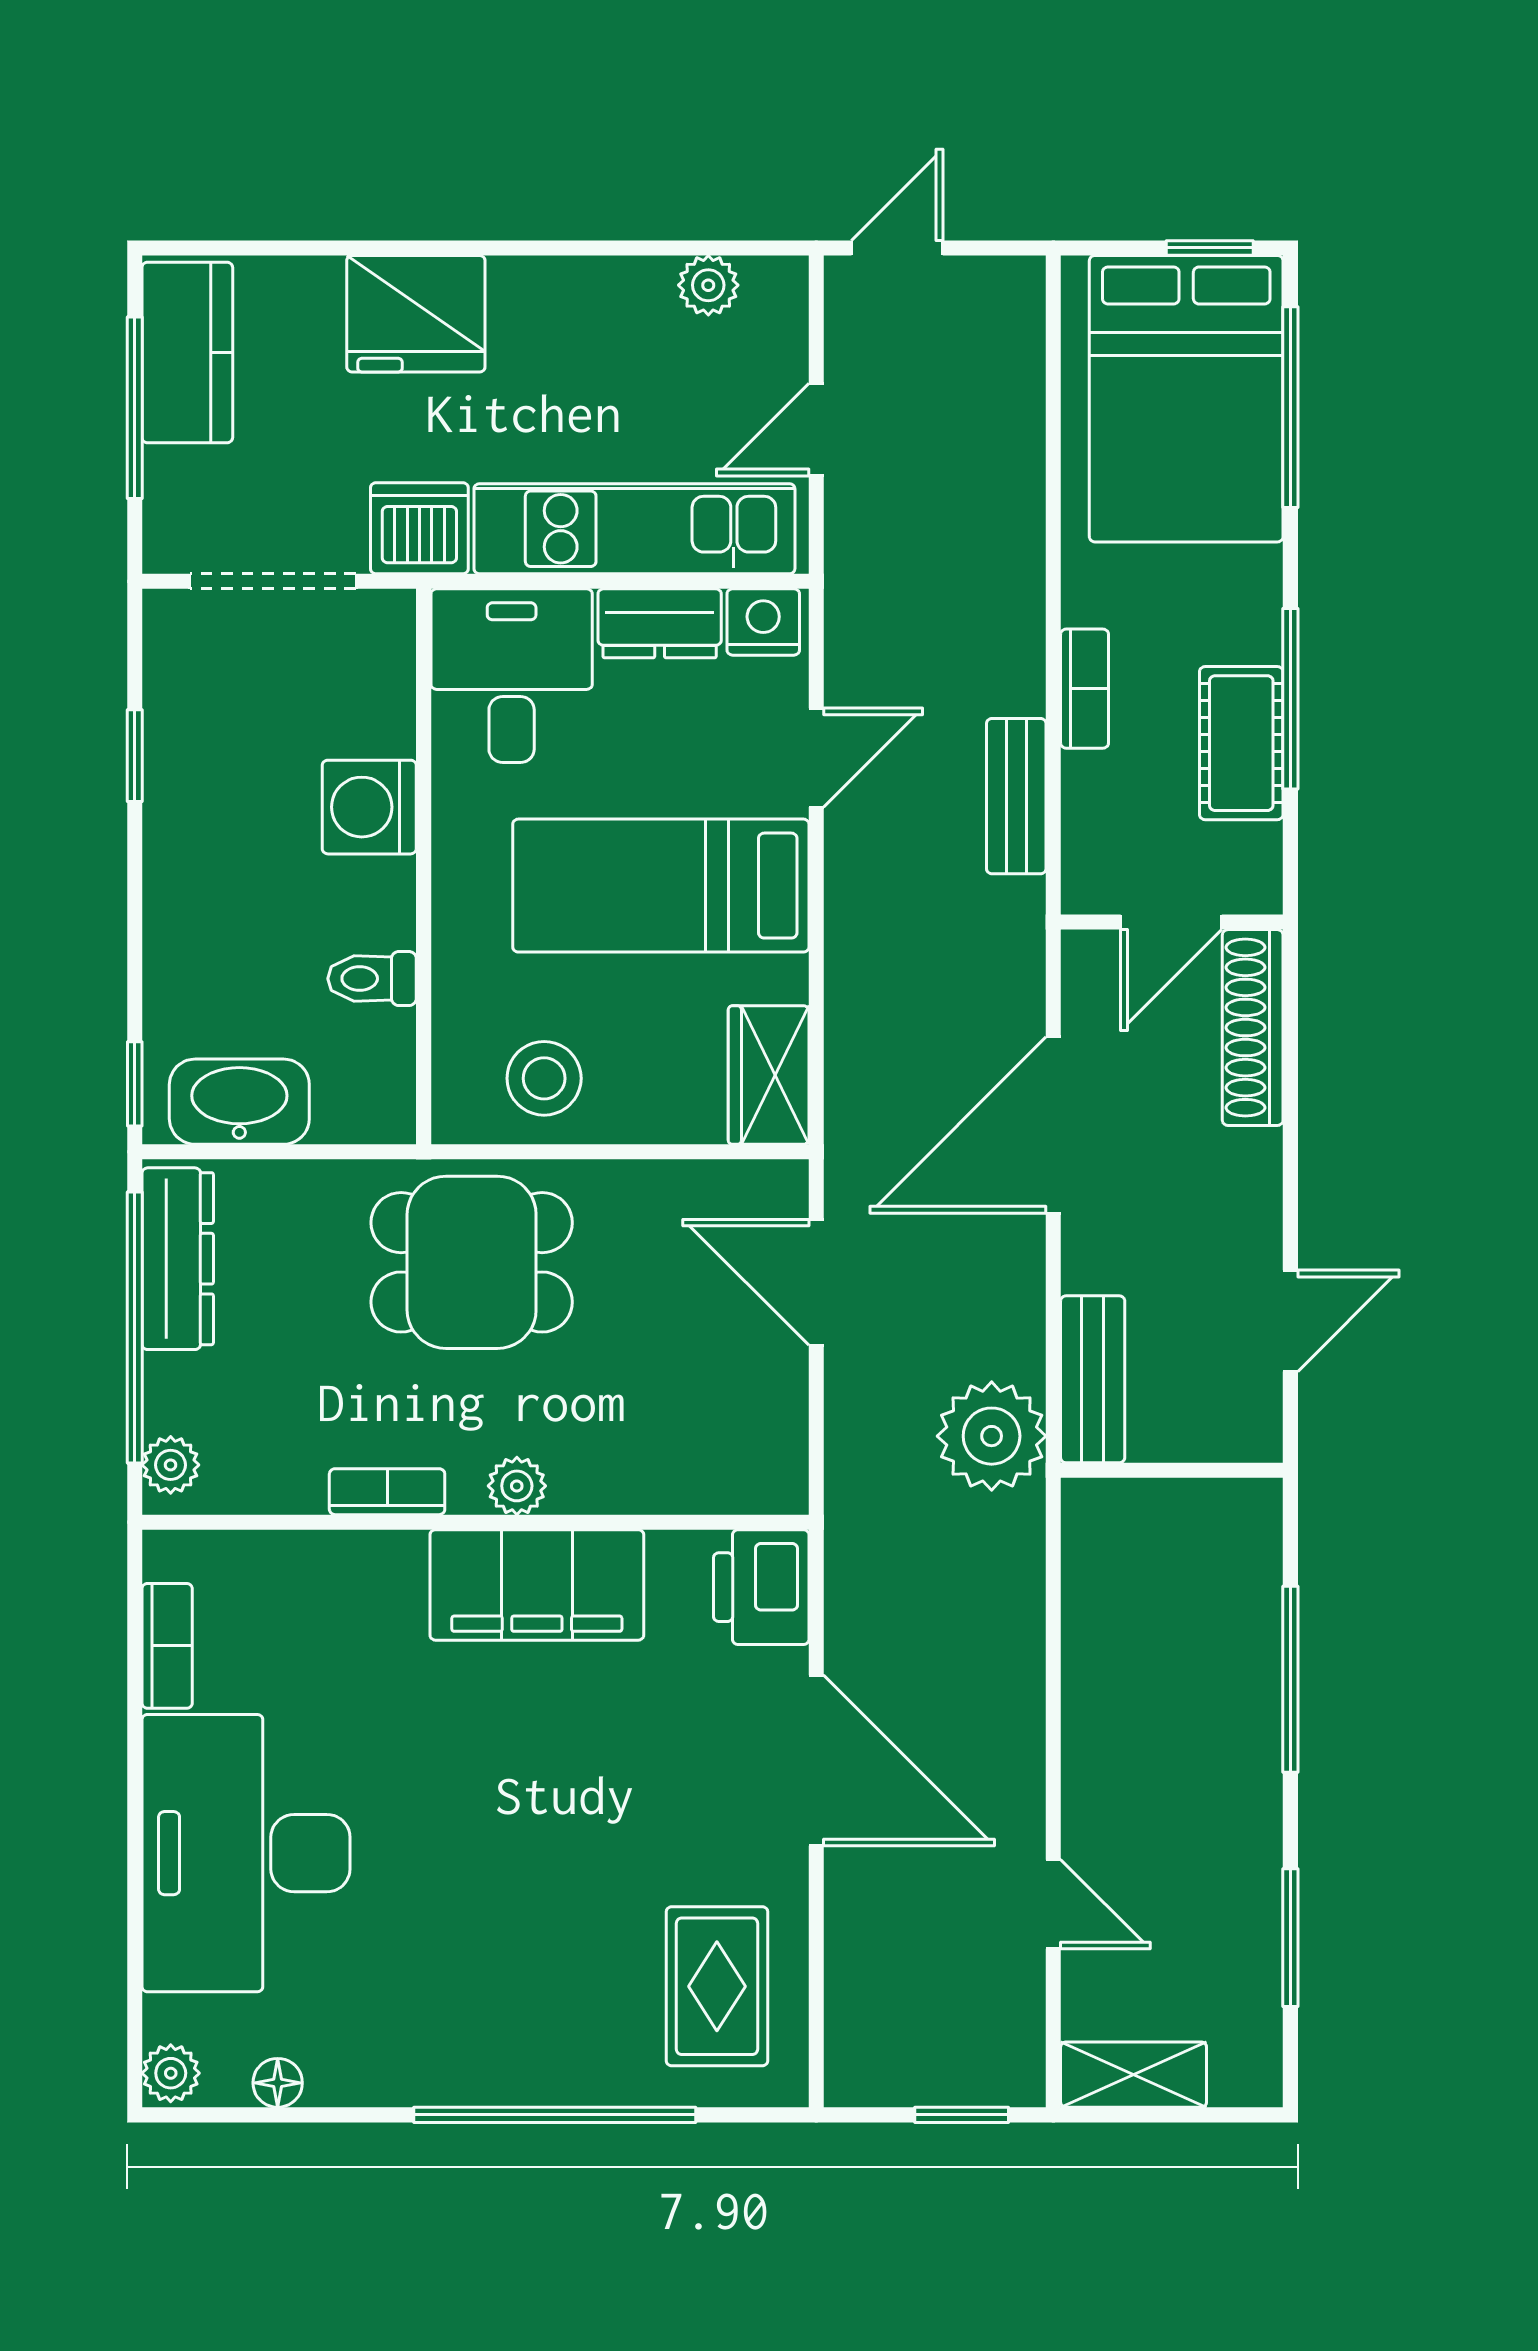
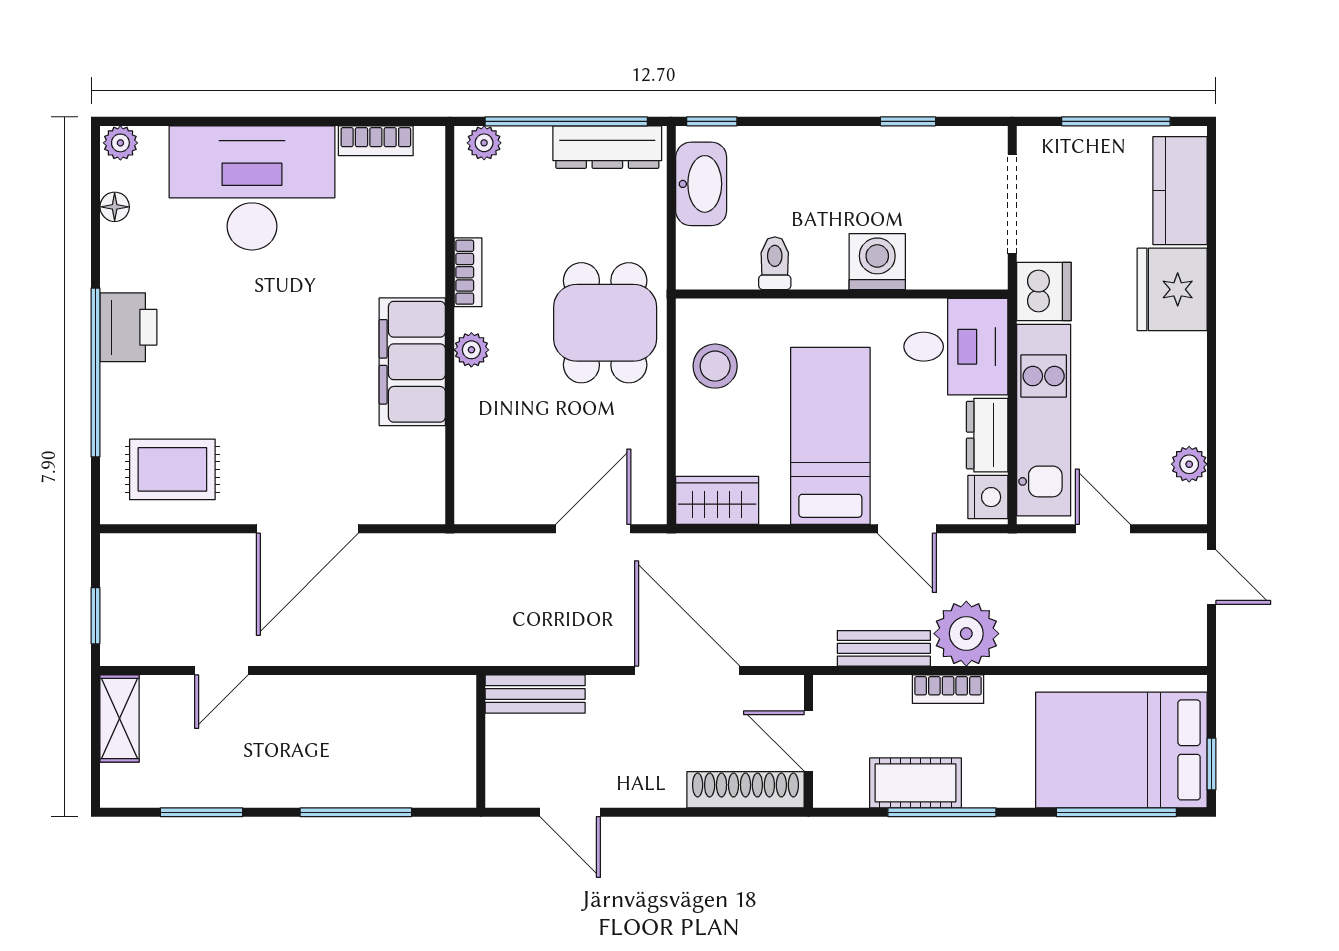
kitchen counter: (187, 352) -> (1180, 191), moved, turned 90
plant: (992, 1436) -> (966, 634), moved
printer: (761, 1587) -> (128, 327), moved, turned 90

